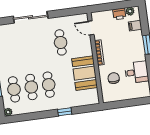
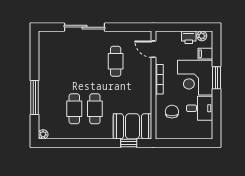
corner desk: (129, 47) -> (195, 78), added
booth: (85, 73) -> (132, 126), moved, turned 90
cafe table: (14, 89) -> (54, 109), removed
window: (65, 112) -> (129, 143), moved

